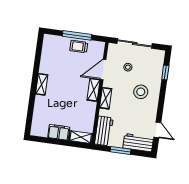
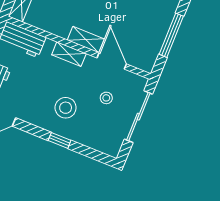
trolley: (79, 47) -> (154, 34), removed
window: (165, 72) -> (60, 140), moved

